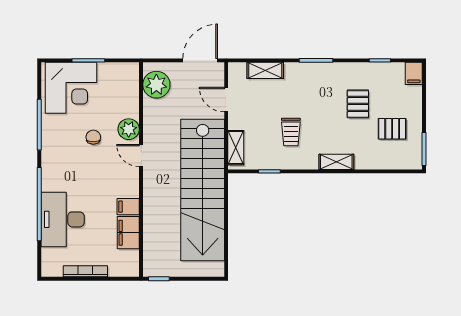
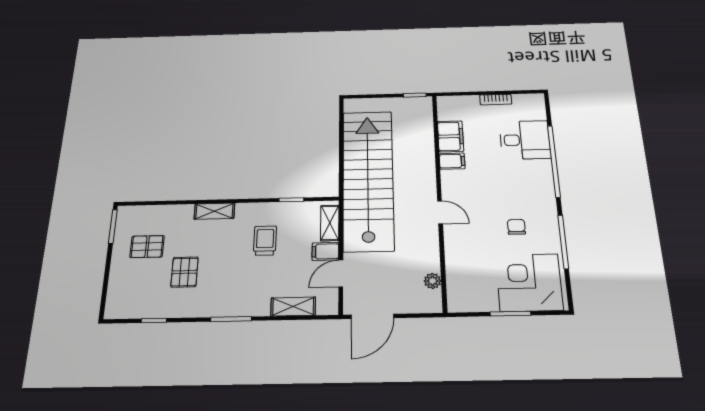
filing cabinet: (414, 73) -> (325, 251), moved, turned -90
plant: (156, 85) -> (433, 281), width x0.53, depth x0.53
door: (226, 100) -> (341, 273), swing flipped
plant: (129, 129) -> (456, 239), removed
chair: (93, 137) -> (516, 227), moved, turned 180
desk: (63, 219) -> (525, 140), width x0.73
bookcase: (85, 271) -> (496, 100), width x0.64

